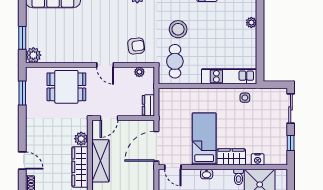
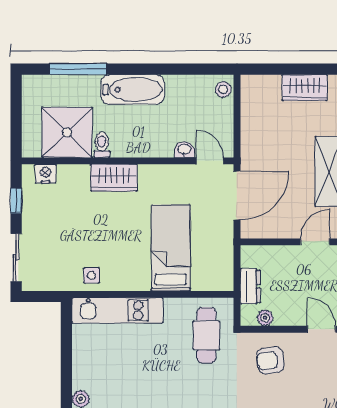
stool: (178, 29) -> (201, 388), removed
dresser: (148, 105) -> (250, 286), moved
bed: (204, 139) -> (171, 248), moved, turned 180
nightstand: (258, 159) -> (46, 174), moved
washbasin: (207, 174) -> (184, 150), moved

